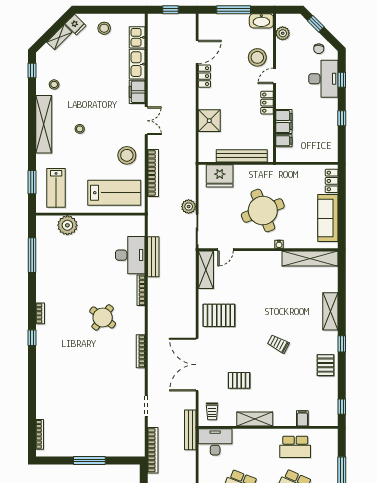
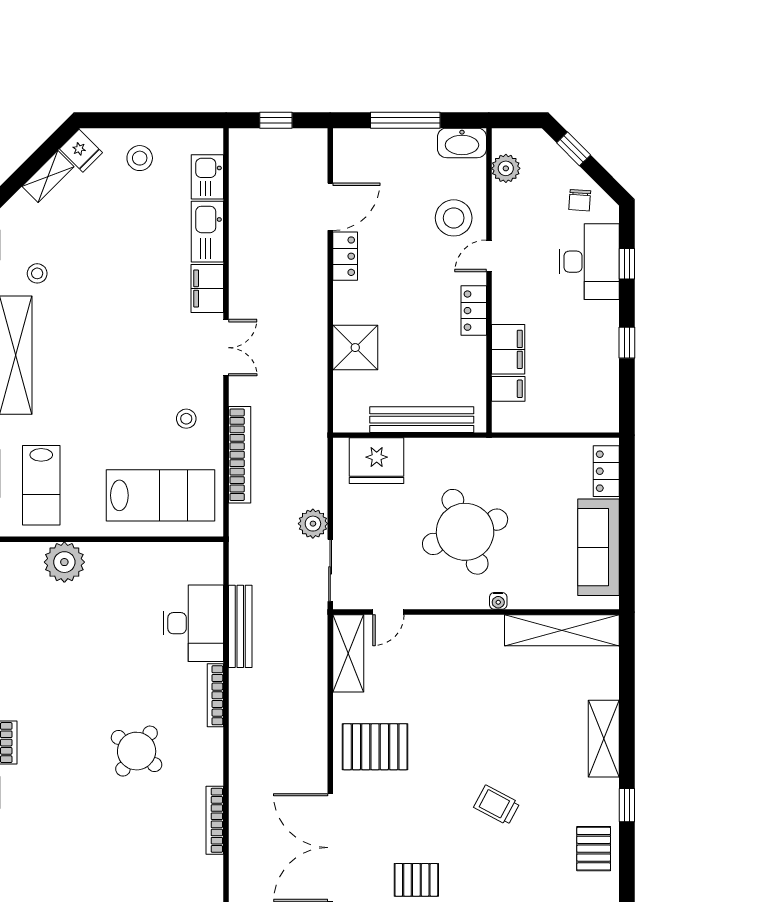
stool: (80, 129) -> (90, 364), removed
stool: (127, 155) -> (186, 419), width x0.53, depth x0.53

